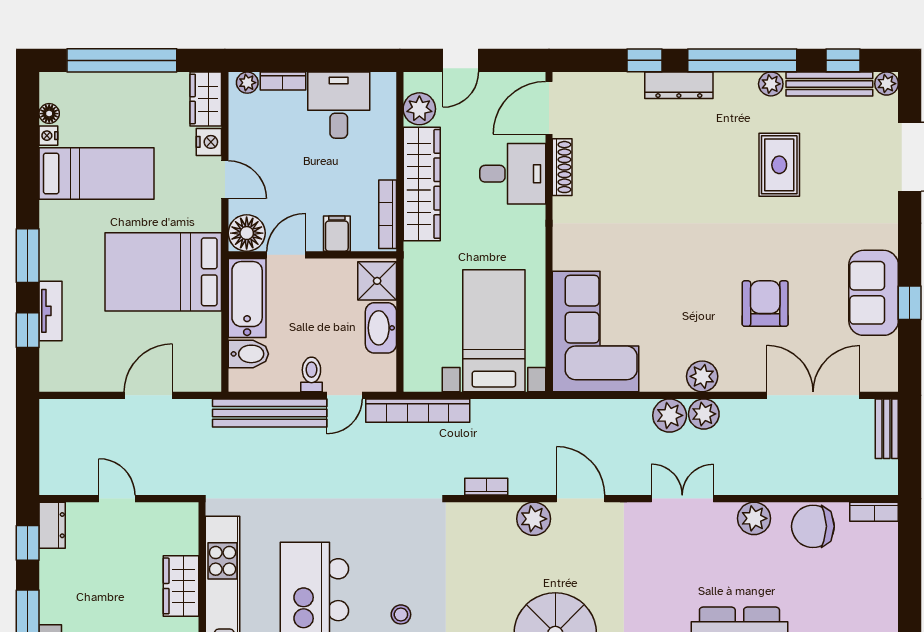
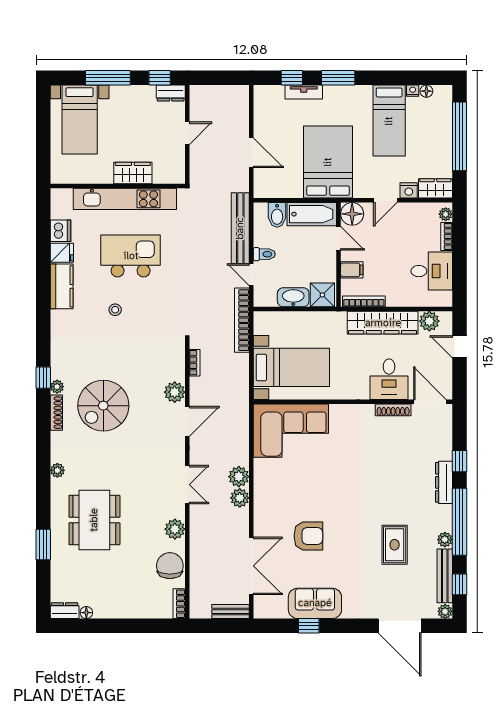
rug: (779, 165) -> (395, 545), turned 90
plant: (702, 376) -> (263, 497), removed

